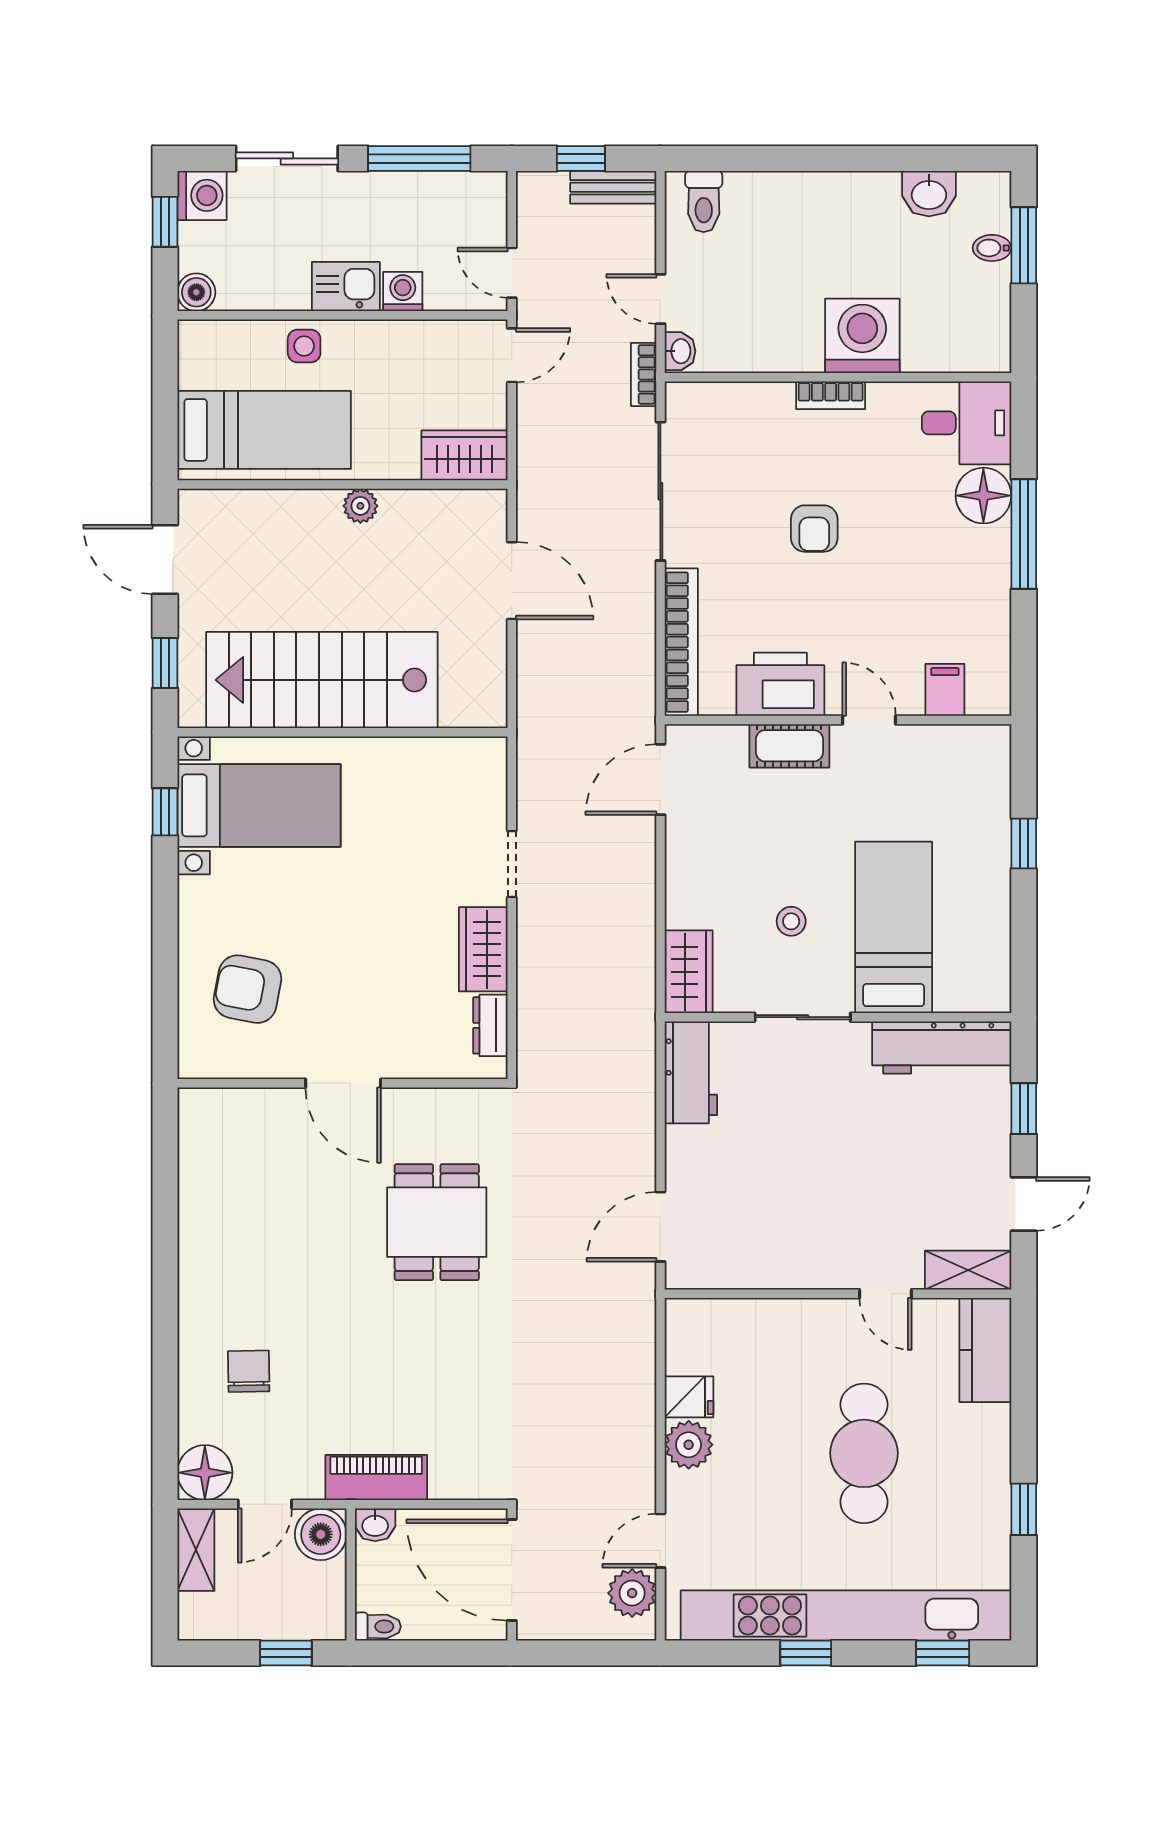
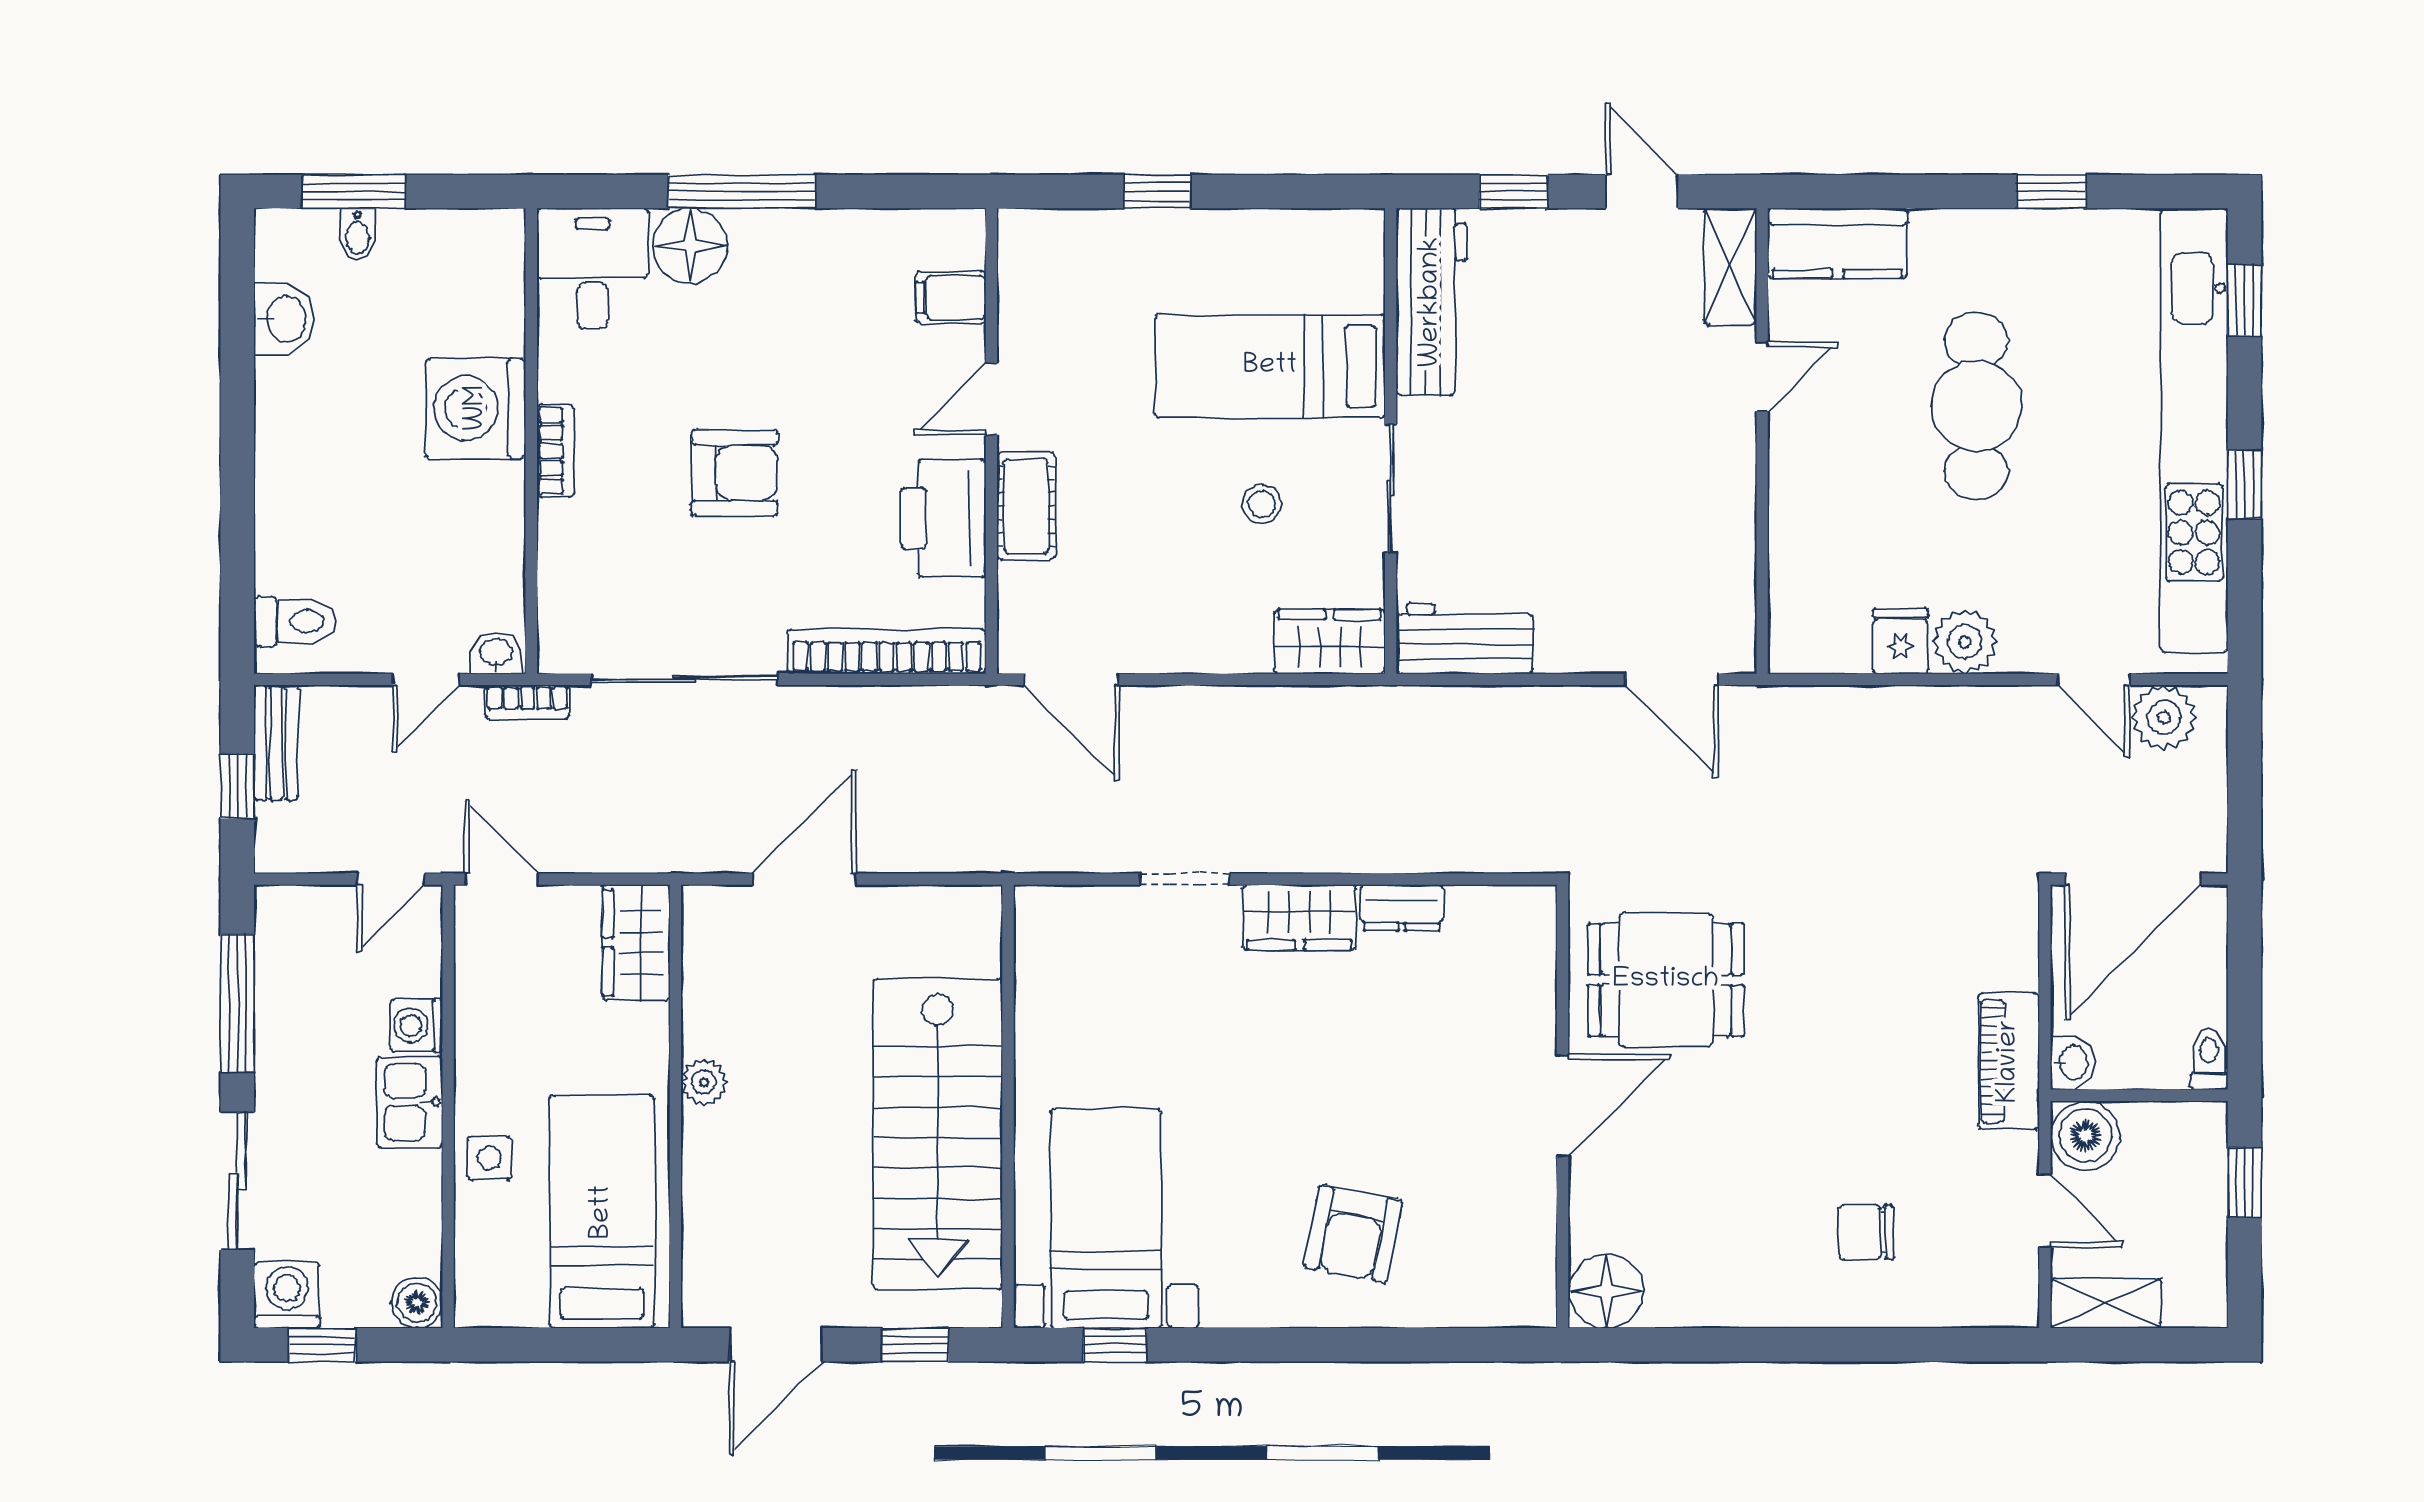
armchair: (814, 529) -> (734, 473), width x1.38, depth x1.38
wall: (342, 1083) -> (1562, 1106), moved
door: (343, 1083) -> (1562, 1105), moved
cafe table: (864, 1453) -> (1976, 406), turned 90
floor lamp: (205, 1473) -> (1606, 1291), moved

